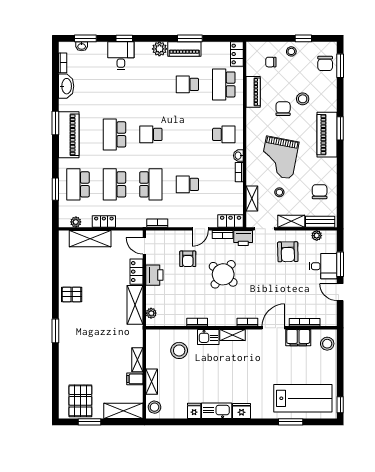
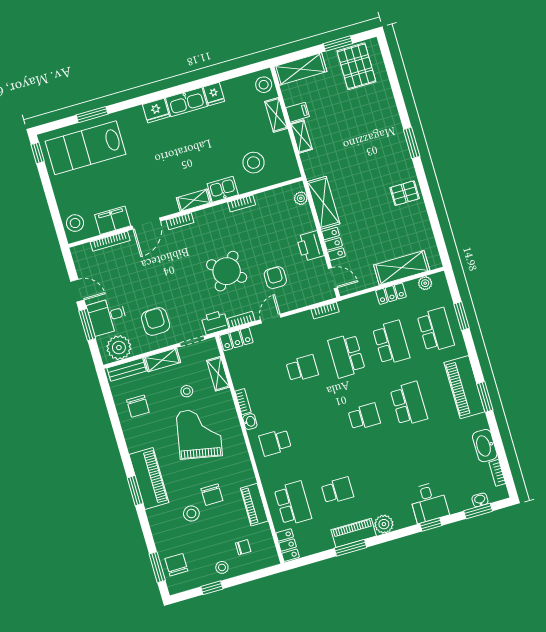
plant: (317, 236) -> (119, 348), width x1.88, depth x1.88

